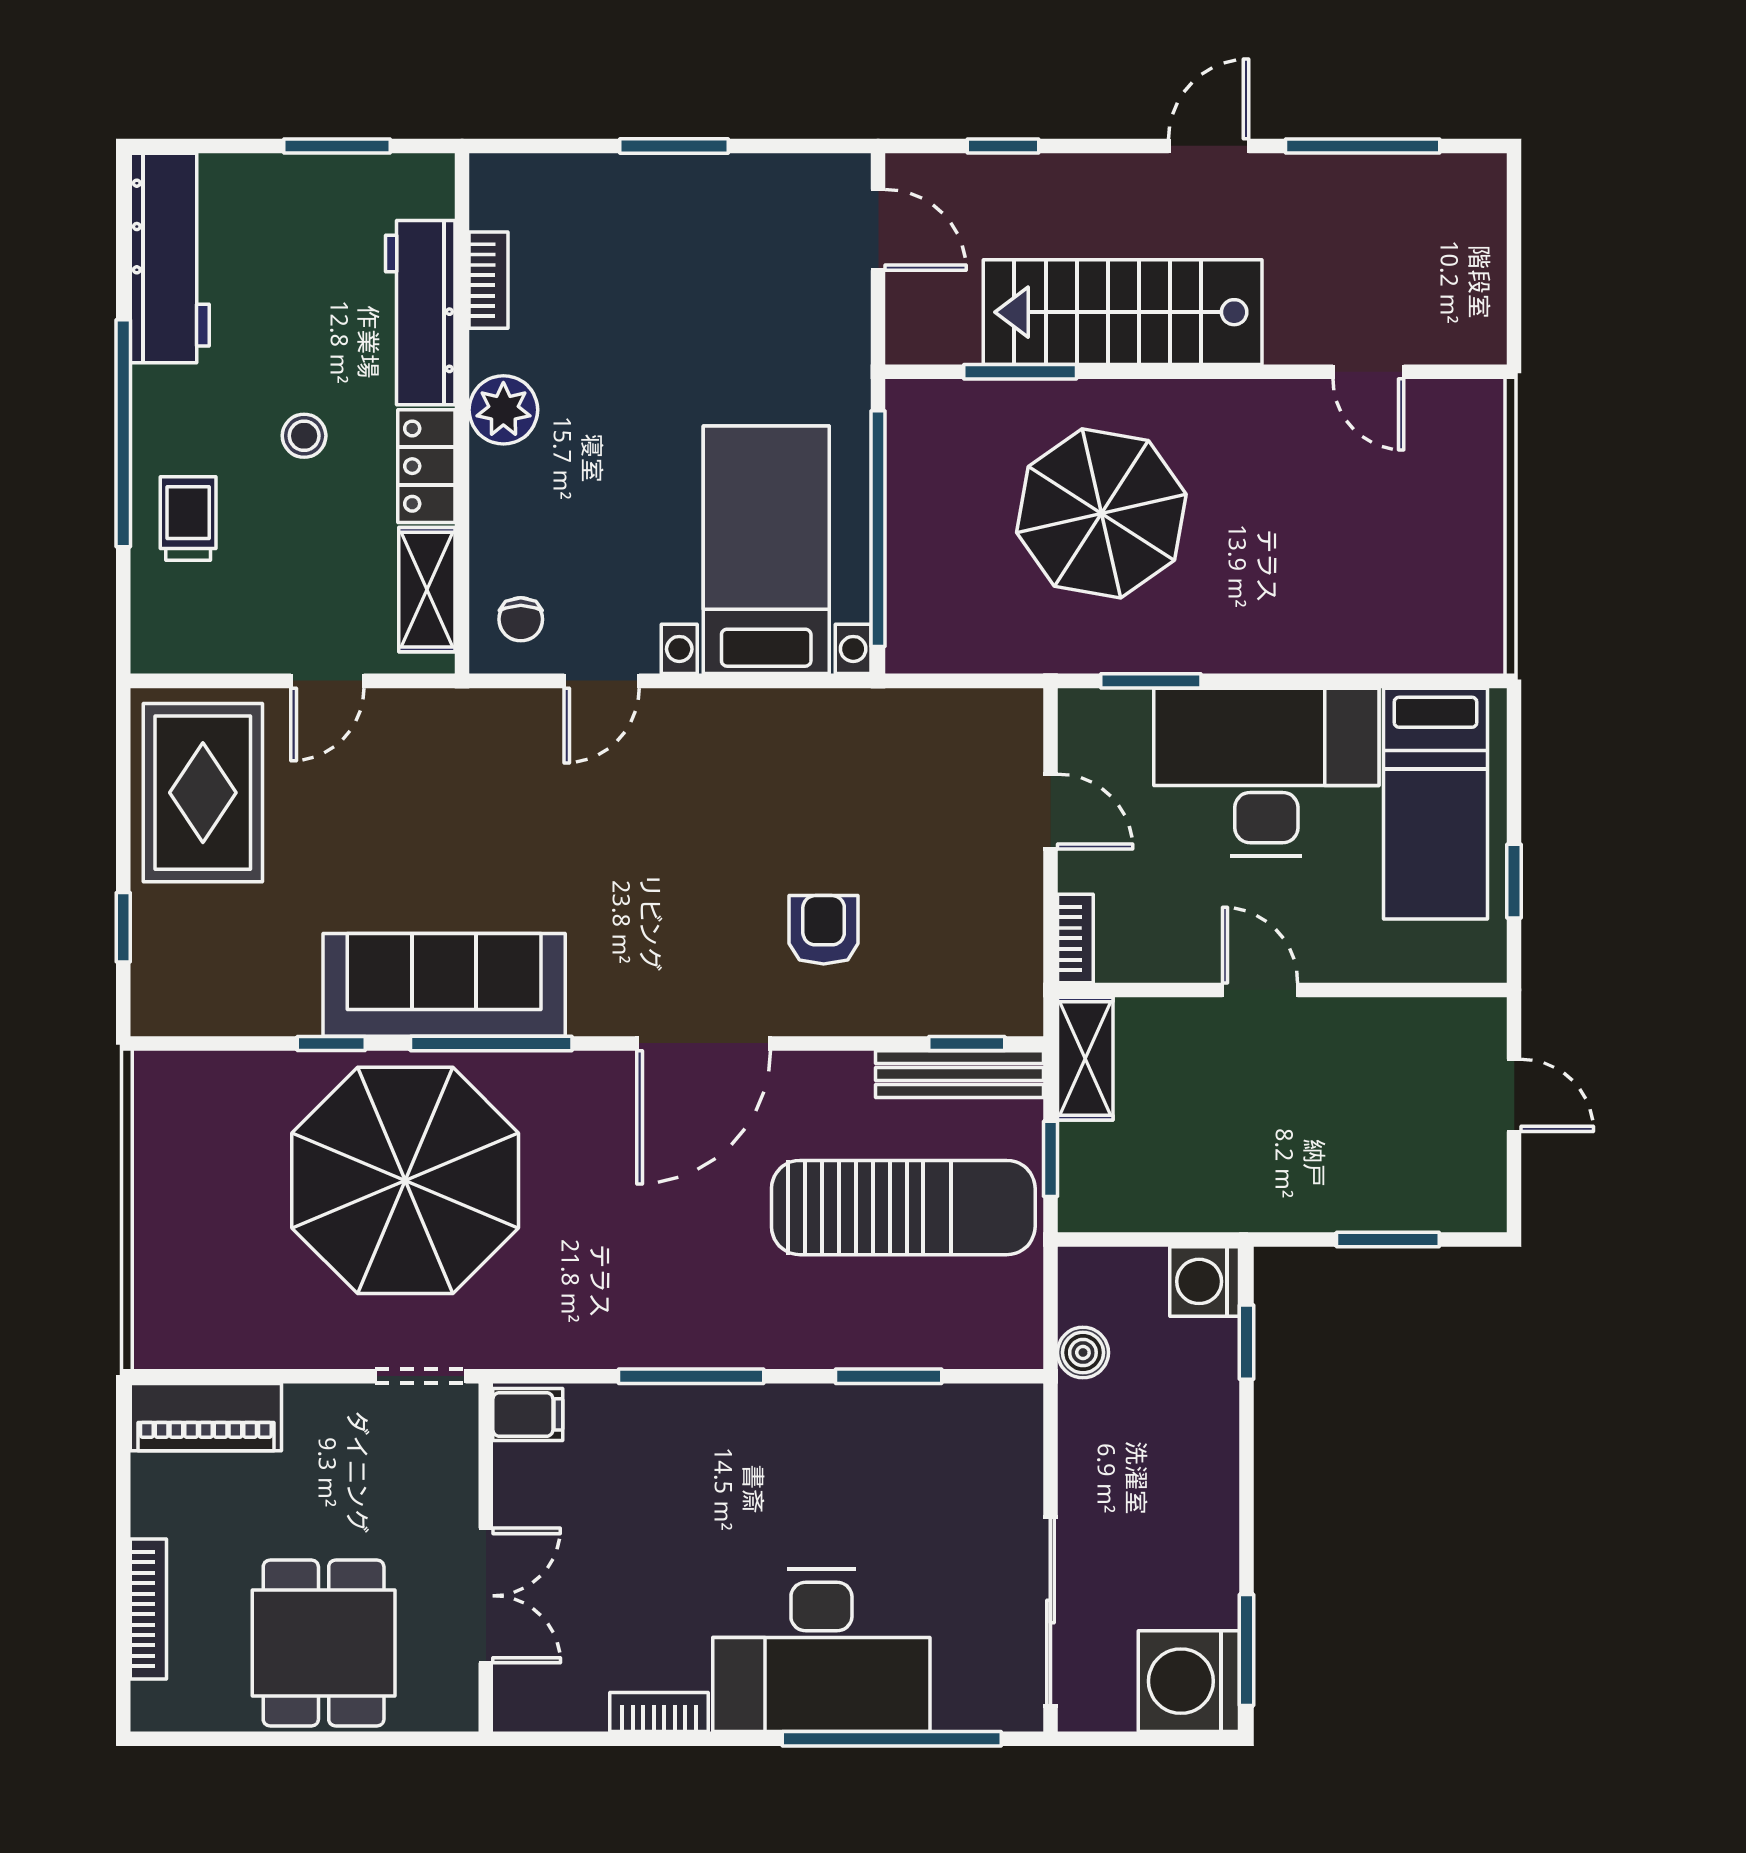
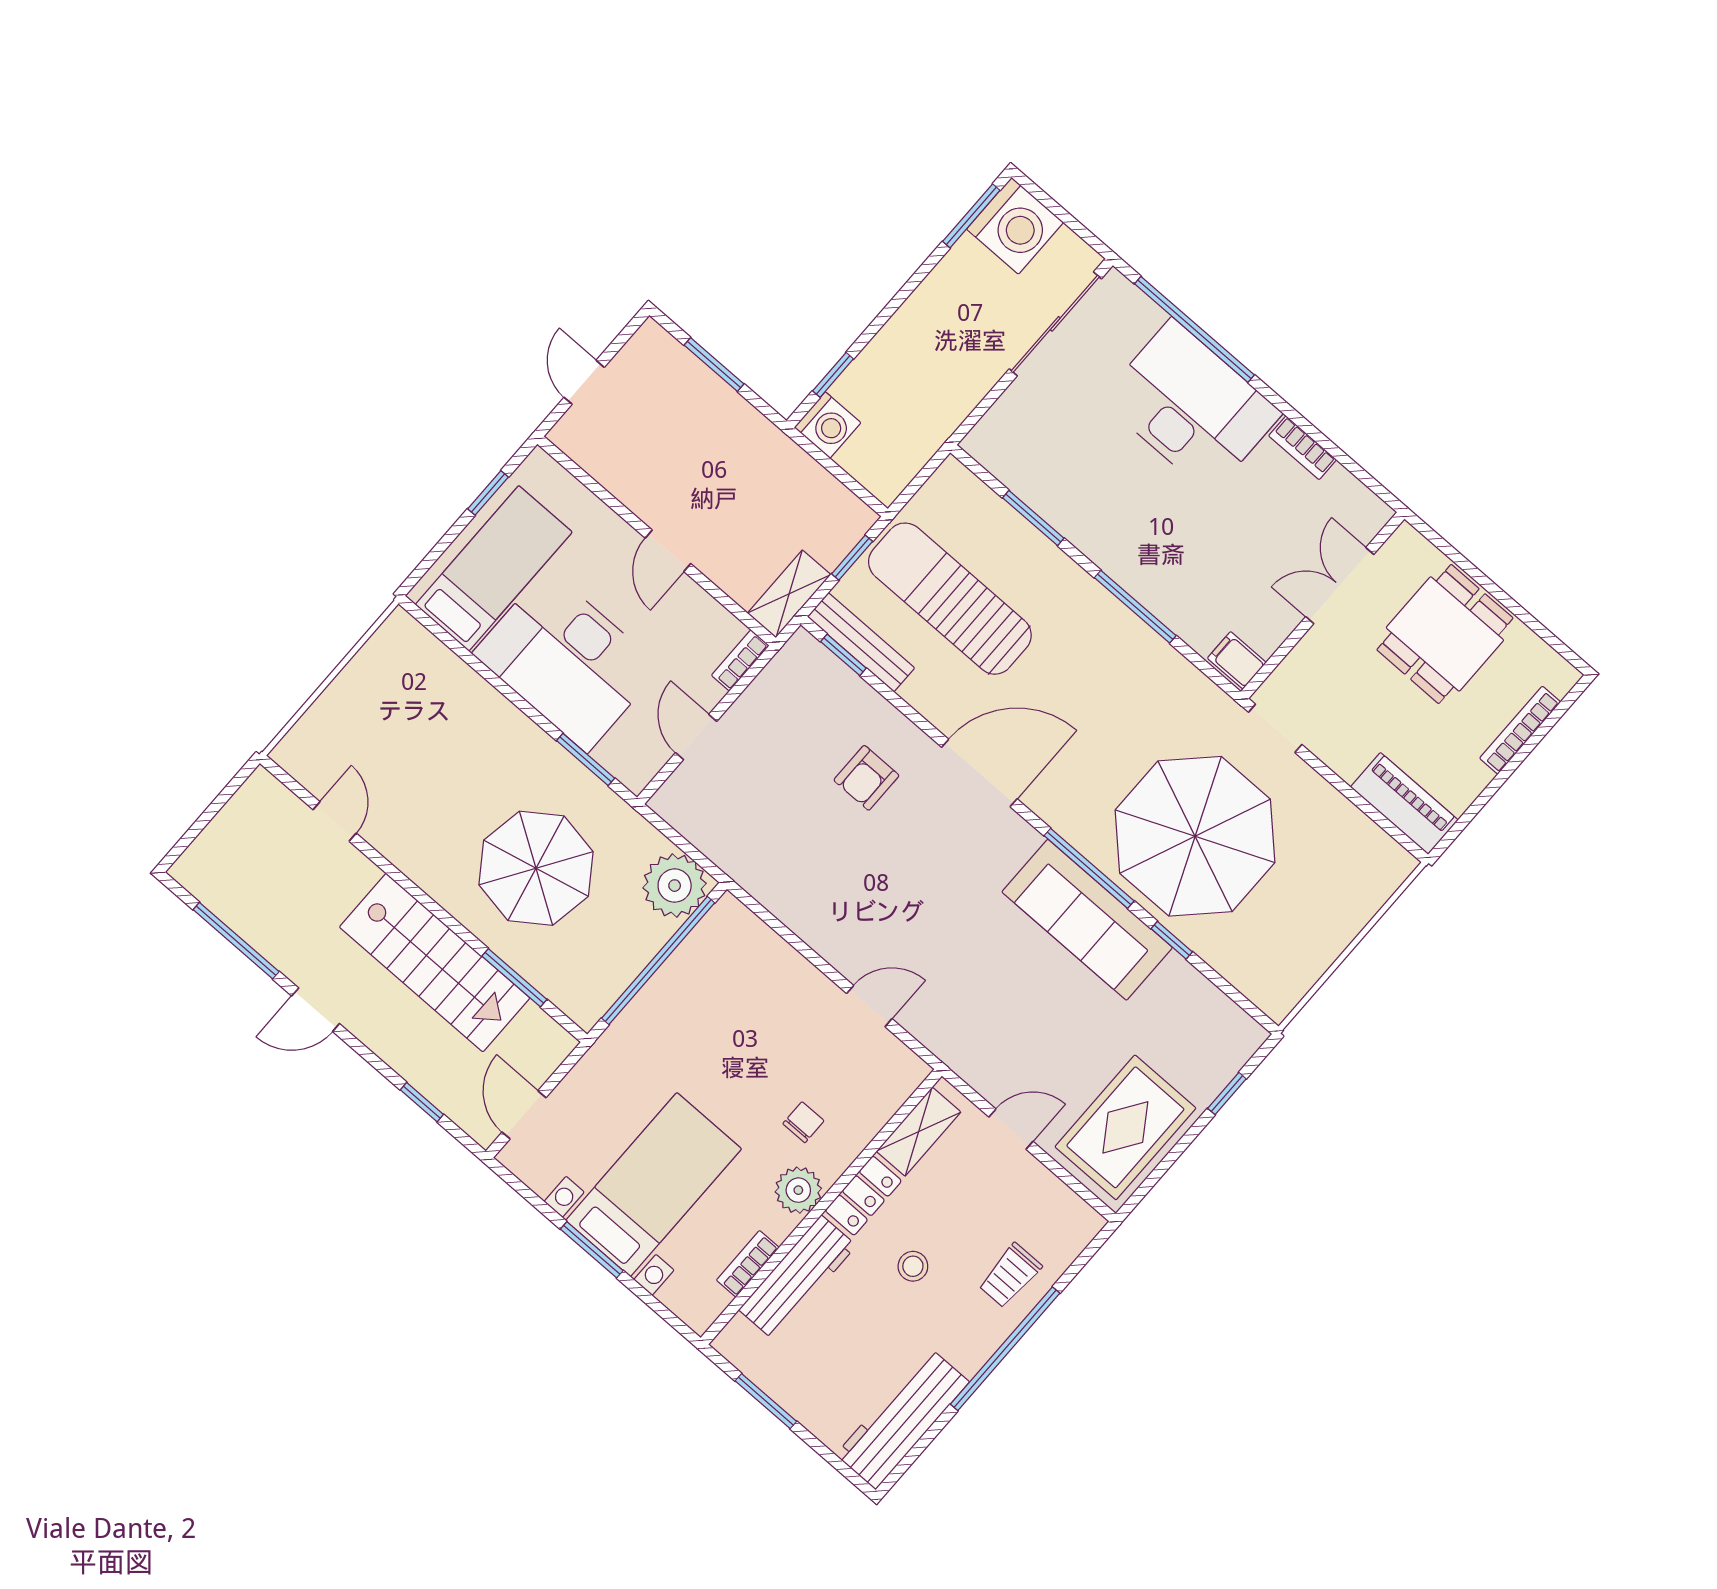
bed with nightstands: (766, 550) -> (654, 1185), moved, turned 180
chair: (521, 619) -> (803, 1122), moved
plant: (932, 627) -> (675, 886), added
boiler: (1083, 1353) -> (922, 443), removed

